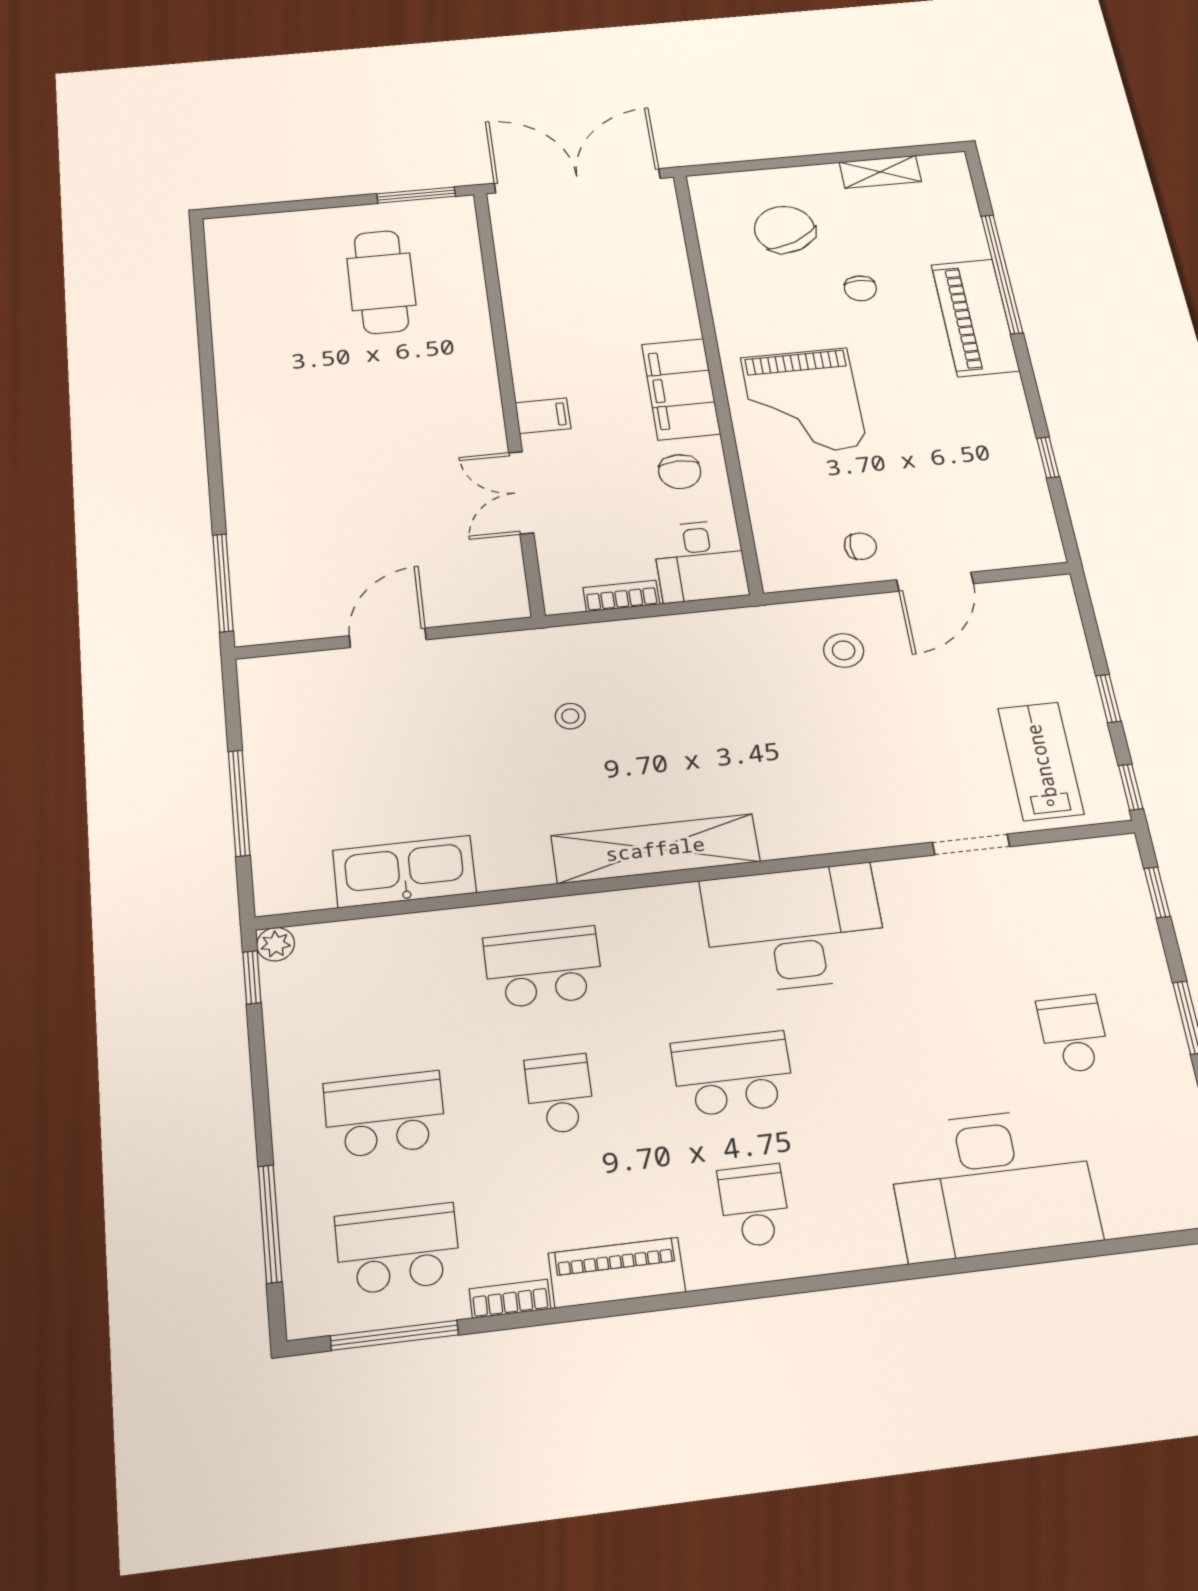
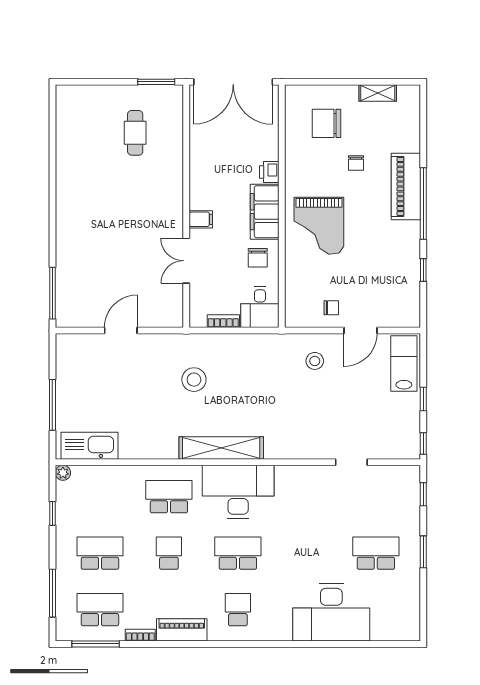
double door: (577, 181) -> (233, 82), swing flipped
chair: (785, 229) -> (326, 123), turned -65
window: (1002, 274) -> (423, 204), moved
cafe table: (381, 282) -> (135, 133), width x0.73, depth x0.74
printer: (679, 320) -> (269, 172), added
stool: (570, 716) -> (194, 380), width x1.89, depth x1.89
lab bench: (1041, 761) -> (404, 364), moved
kitchen sink: (404, 872) -> (90, 446), moved
desk: (795, 928) -> (238, 492), moved
window: (252, 977) -> (52, 513), moved
school desk: (1074, 1034) -> (376, 553), width x1.85

